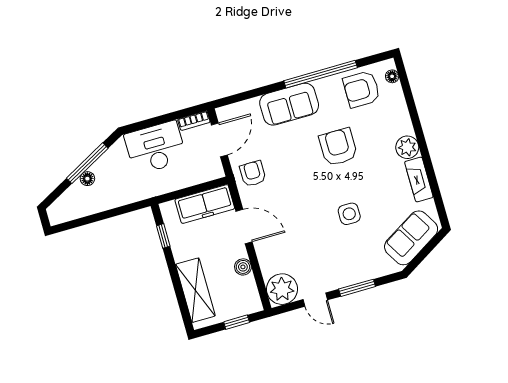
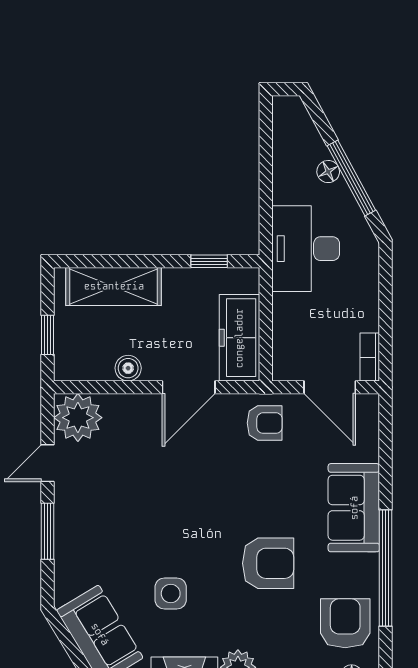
desk: (155, 148) -> (306, 249), moved, turned 180
side table: (349, 214) -> (171, 593), moved

